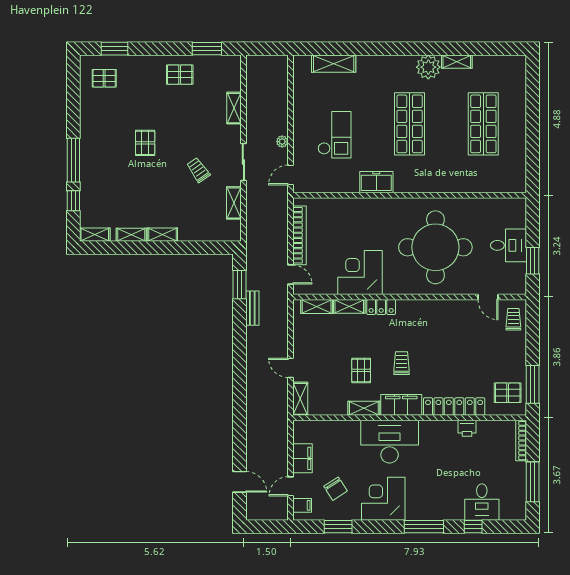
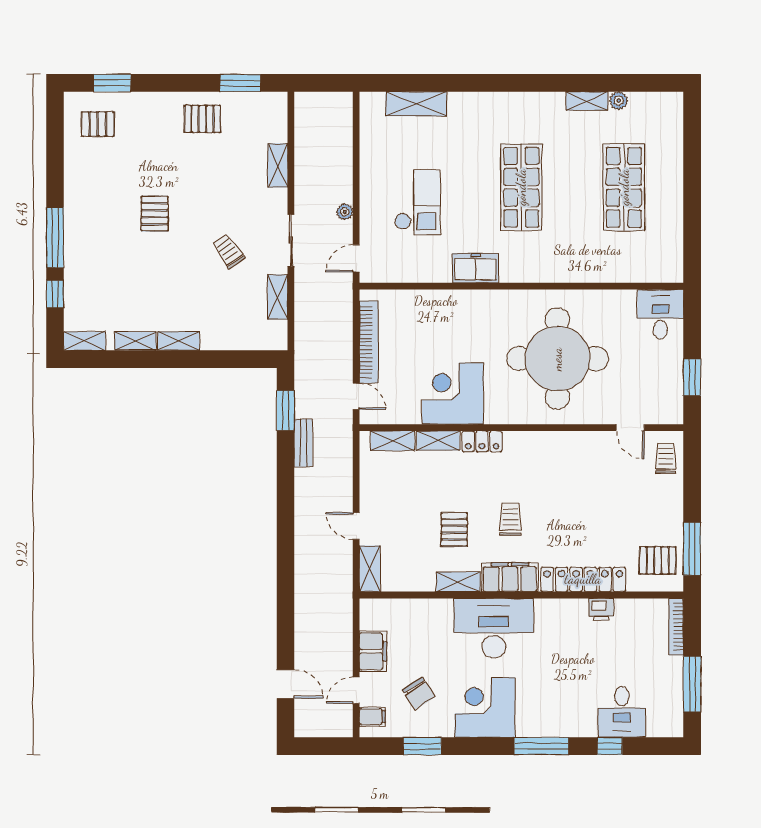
plant: (428, 67) -> (619, 101), moved, width x0.53, depth x0.53
desk: (508, 245) -> (660, 314), moved, turned -90

